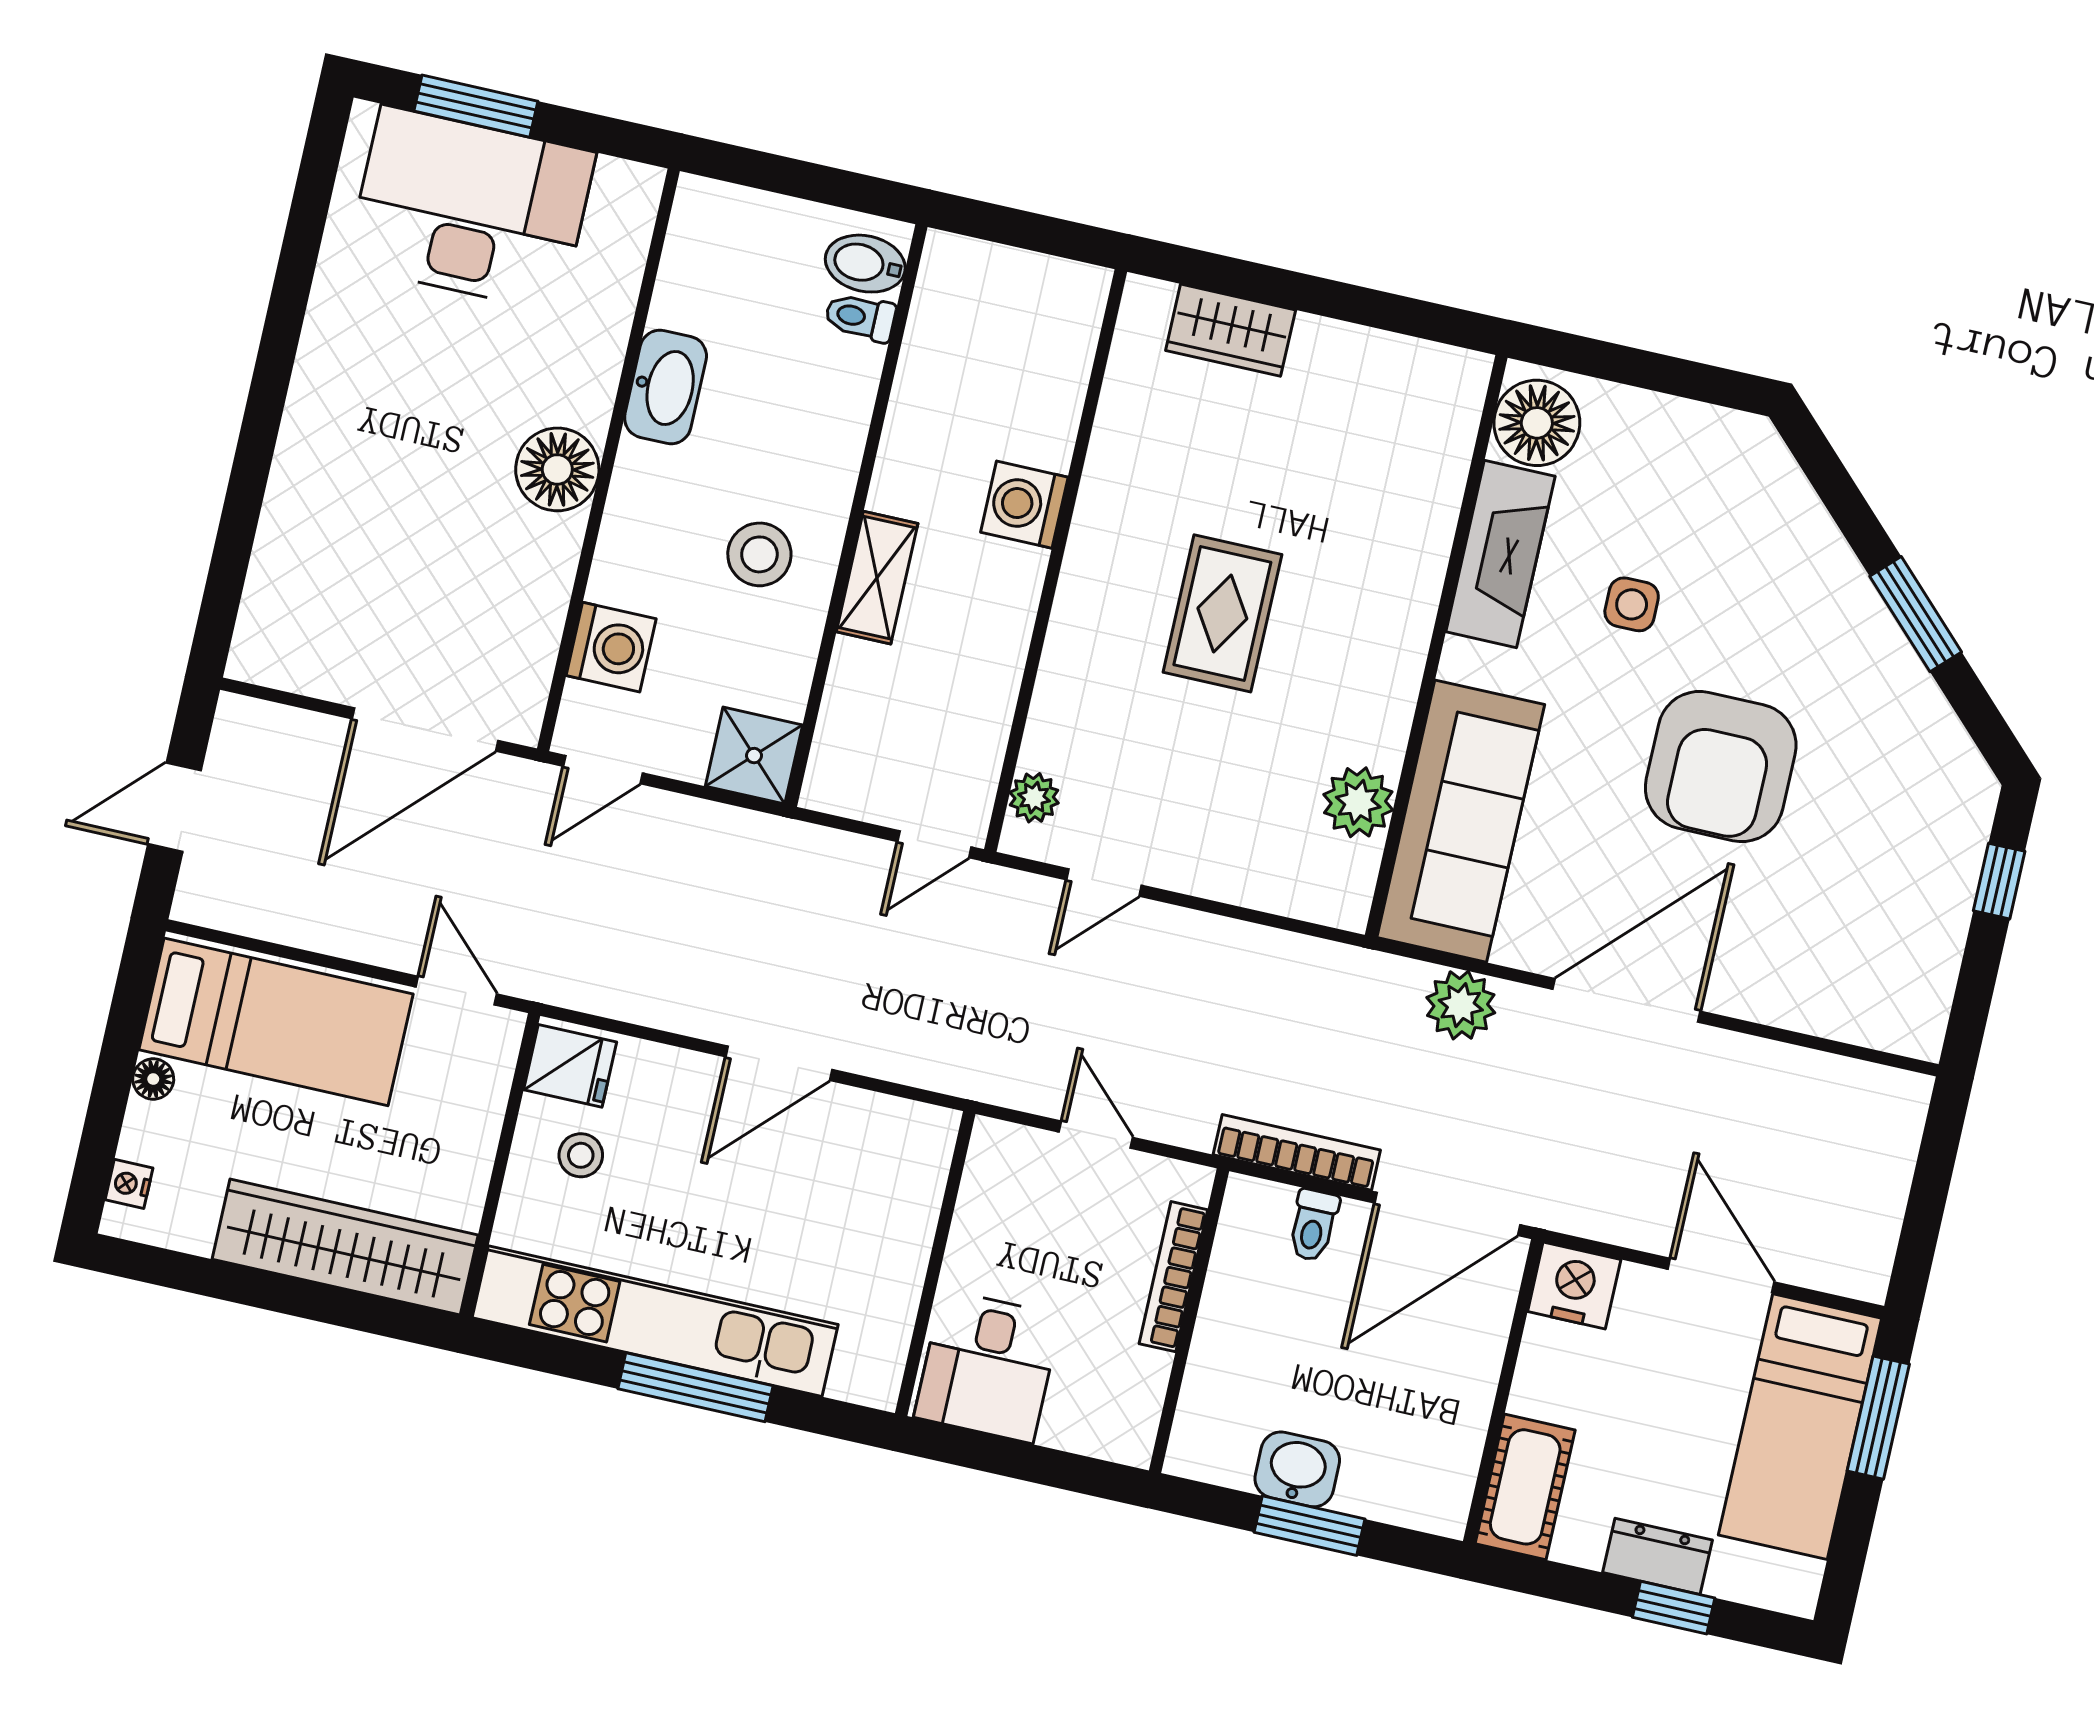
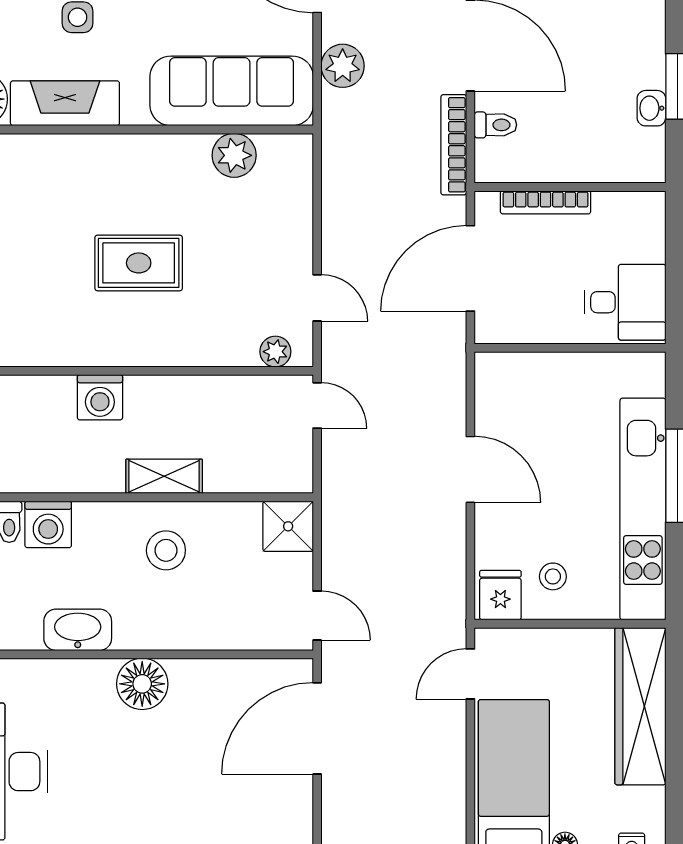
washing machine: (611, 647) -> (48, 524), moved, turned 180
door: (425, 730) -> (317, 728), swing flipped
door: (1096, 1135) -> (470, 268), width x1.88
washbasin: (1297, 1469) -> (651, 108), width x0.72, depth x0.69

